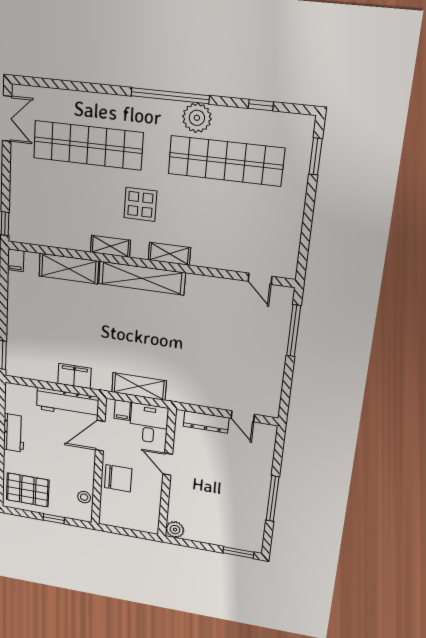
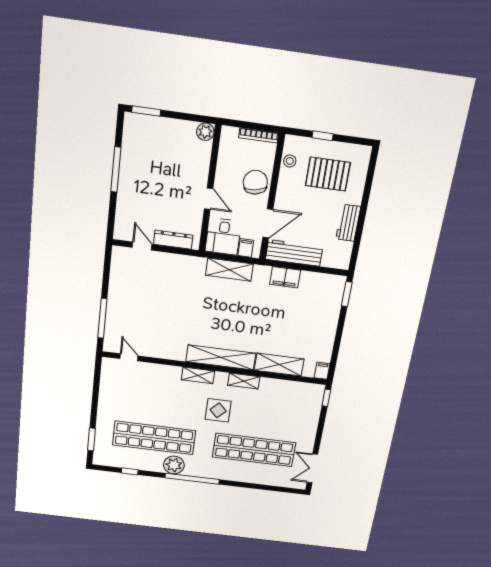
chair: (118, 478) -> (255, 182), turned 80
pallet: (28, 490) -> (328, 174), moved
bookcase: (119, 523) -> (259, 135), added

